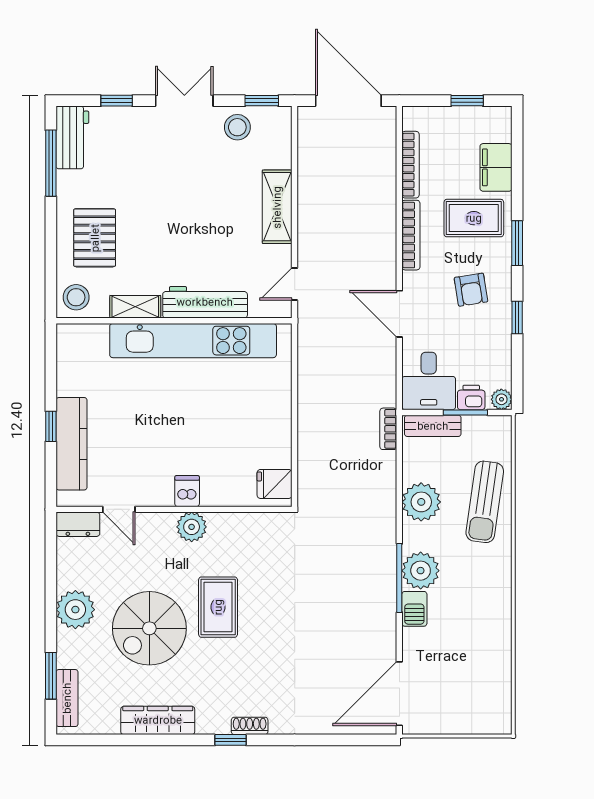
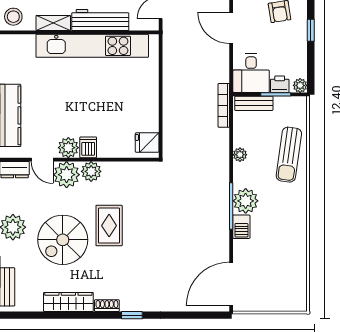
bookcase: (388, 429) -> (224, 105), width x1.56
plant: (158, 492) -> (68, 148), added
plant: (421, 502) -> (240, 155), width x0.53, depth x0.53
plant: (155, 532) -> (67, 175), added
shoe rack: (250, 726) -> (107, 306), moved
window: (231, 740) -> (132, 315), moved

